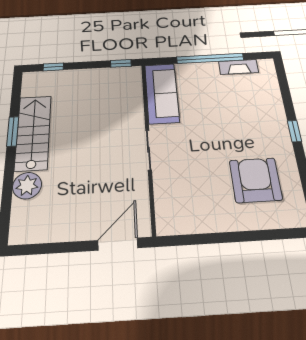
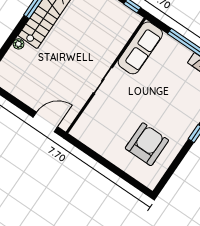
plant: (27, 186) -> (19, 44), width x0.53, depth x0.53

